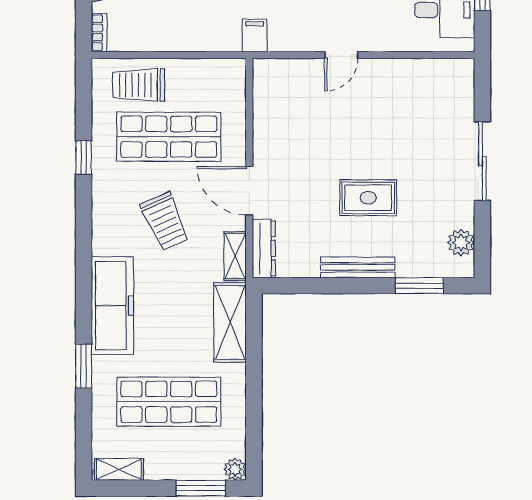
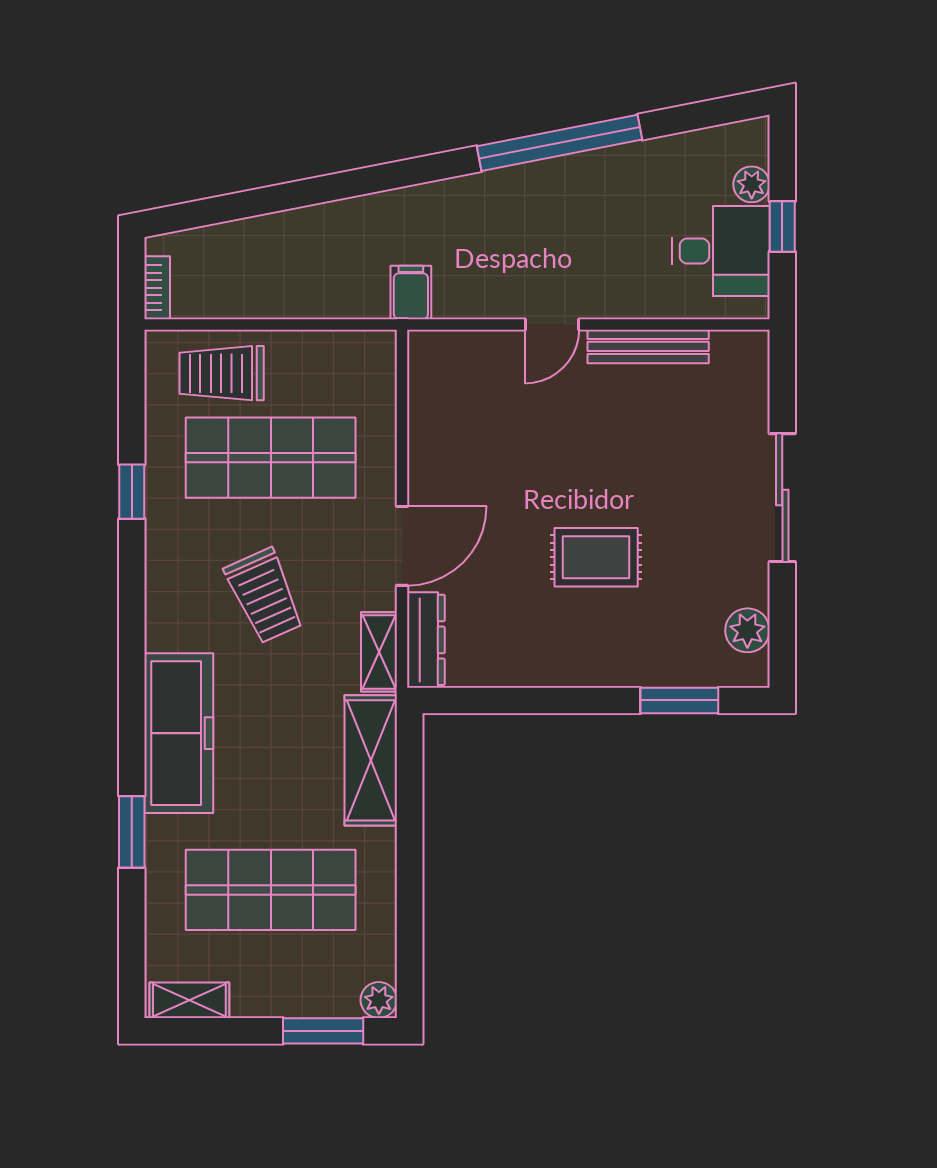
door: (249, 191) -> (402, 546), swing flipped
bench: (358, 267) -> (648, 346), moved

